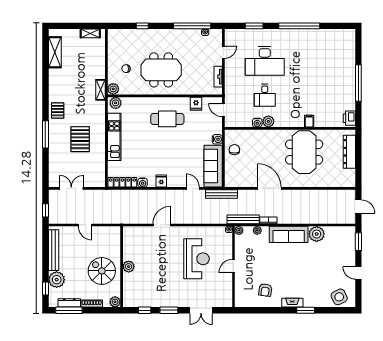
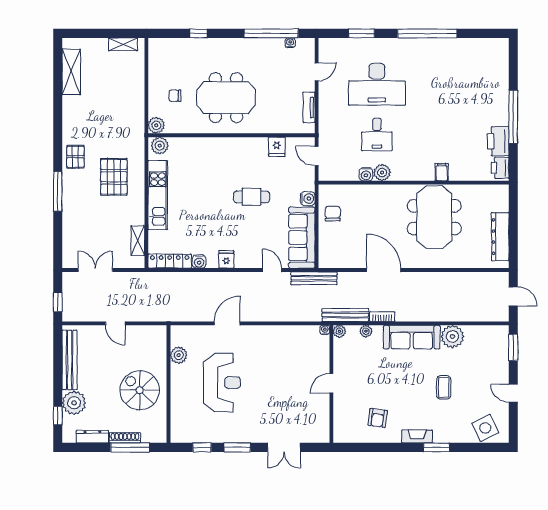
shelving: (100, 90) -> (138, 241), moved
printer: (348, 100) -> (498, 141), added
cafe table: (167, 119) -> (252, 197), moved, width x0.73, depth x0.74
pallet: (80, 139) -> (114, 177), moved
dresser: (349, 152) -> (500, 237), moved
reception desk: (196, 259) -> (222, 383), moved
plant: (129, 267) -> (179, 355), moved
coffee table: (311, 269) -> (444, 387), added
plant: (115, 302) -> (159, 435), removed
window: (69, 310) -> (130, 447), moved

